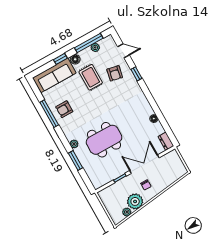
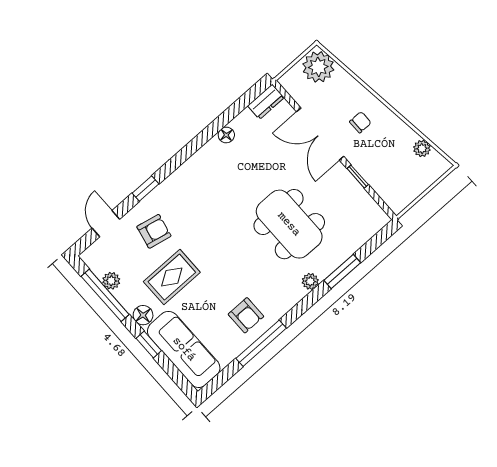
plant: (135, 201) -> (318, 67), moved

